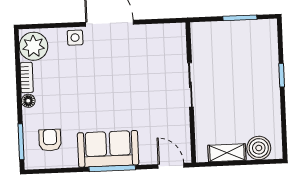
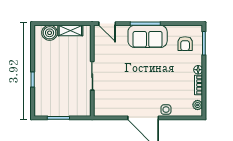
plant: (33, 46) -> (198, 105), width x0.53, depth x0.53

